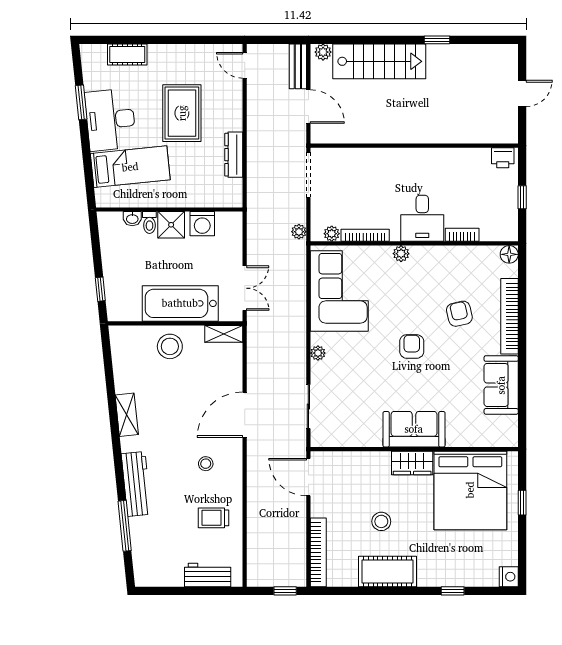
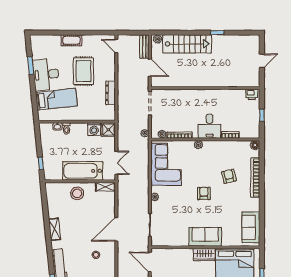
cot: (127, 54) -> (71, 40), moved
shower: (171, 225) -> (108, 130), moved
sofa: (501, 385) -> (251, 227), moved

